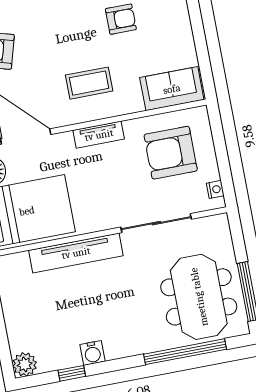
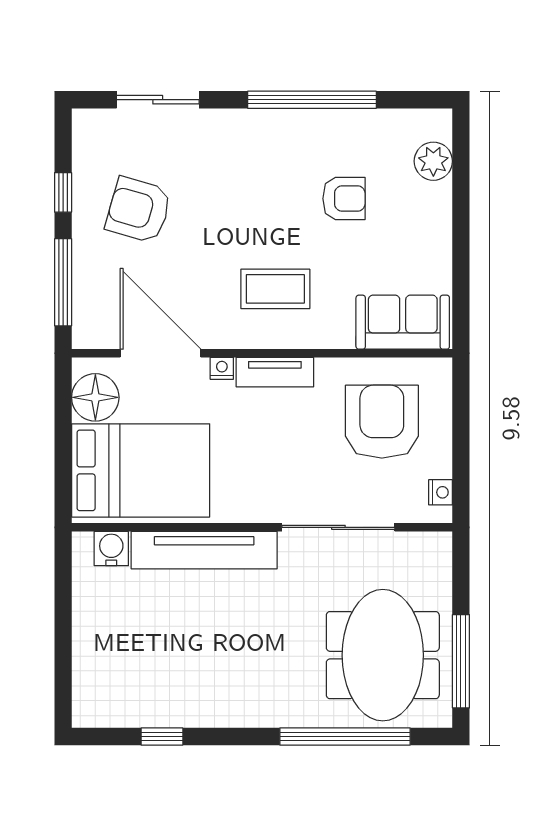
nightstand: (65, 139) -> (222, 368), added
armchair: (171, 153) -> (382, 422), turned 90
water cooler: (92, 353) -> (111, 549), moved, turned 180
plant: (25, 364) -> (91, 709), removed

